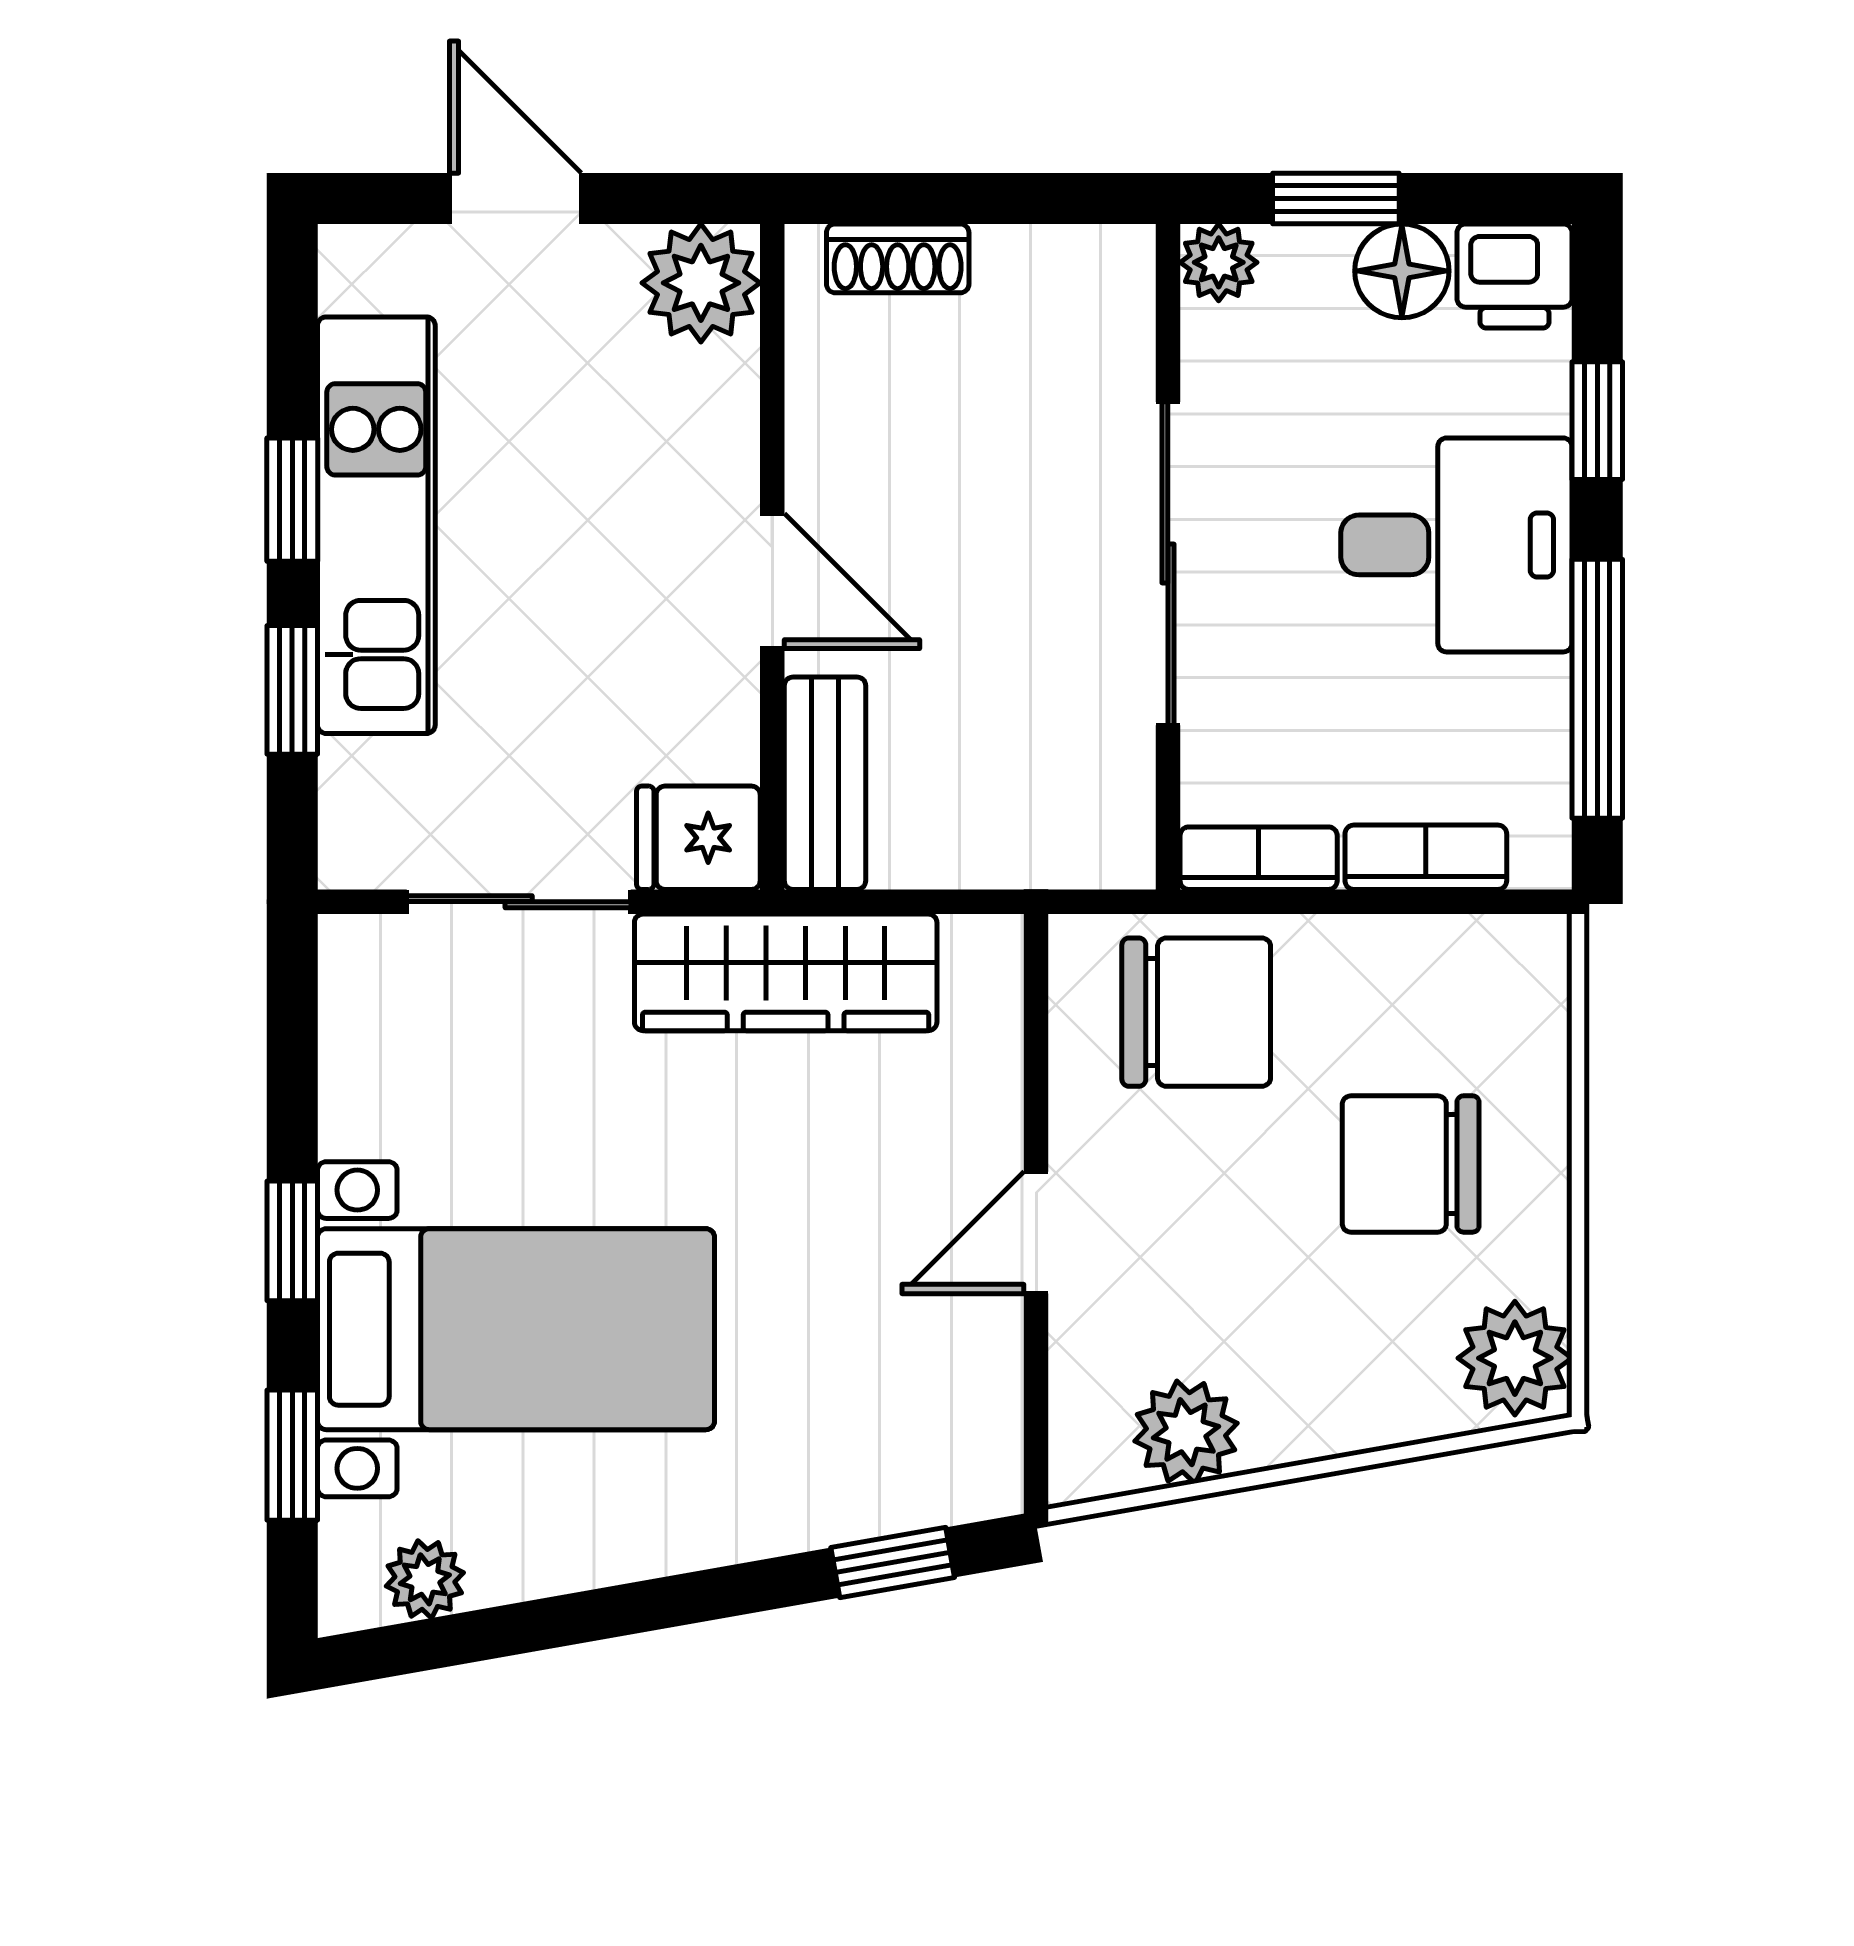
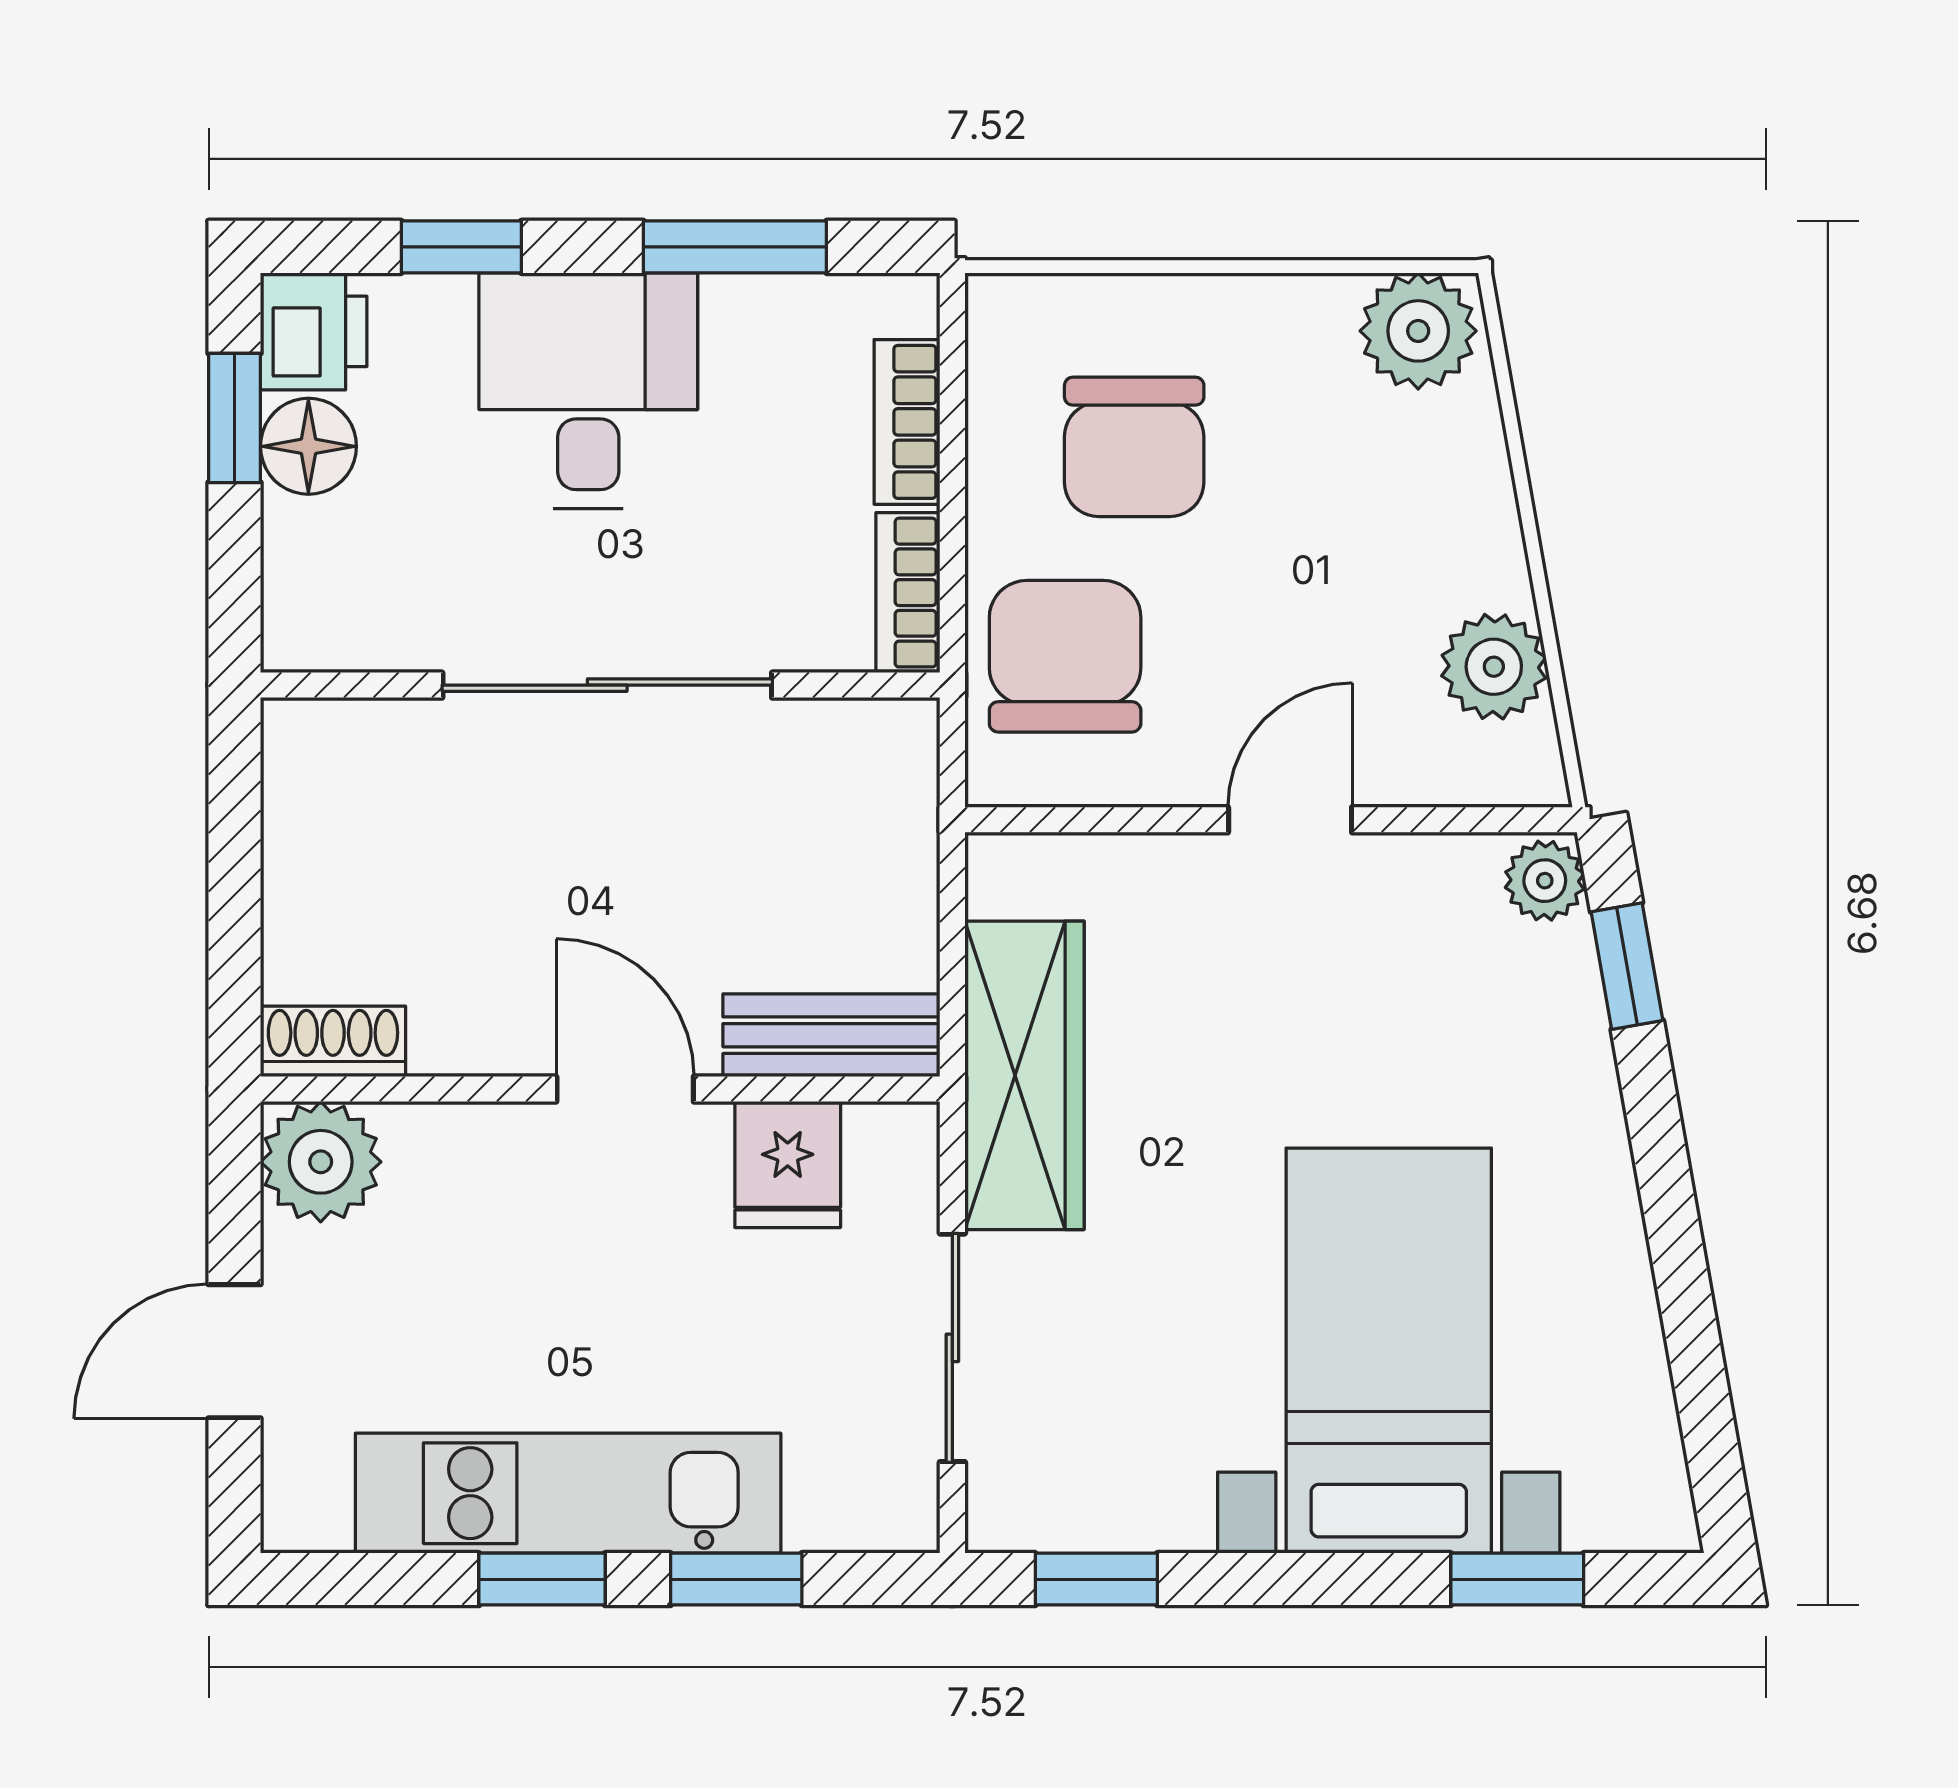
window: (1336, 198) -> (235, 418), moved
shoe rack: (898, 258) -> (333, 1041), moved, turned -90
plant: (1219, 262) -> (300, 633), removed
door: (772, 581) -> (625, 1089), hinge flipped
window: (1597, 689) -> (735, 247), width x0.69
fridge: (698, 838) -> (788, 1165), moved
chair: (1411, 1164) -> (1134, 447), moved
door: (1036, 1233) -> (1290, 820), swing flipped
window: (292, 1241) -> (1096, 1579), moved
plant: (425, 1579) -> (1545, 881), moved

